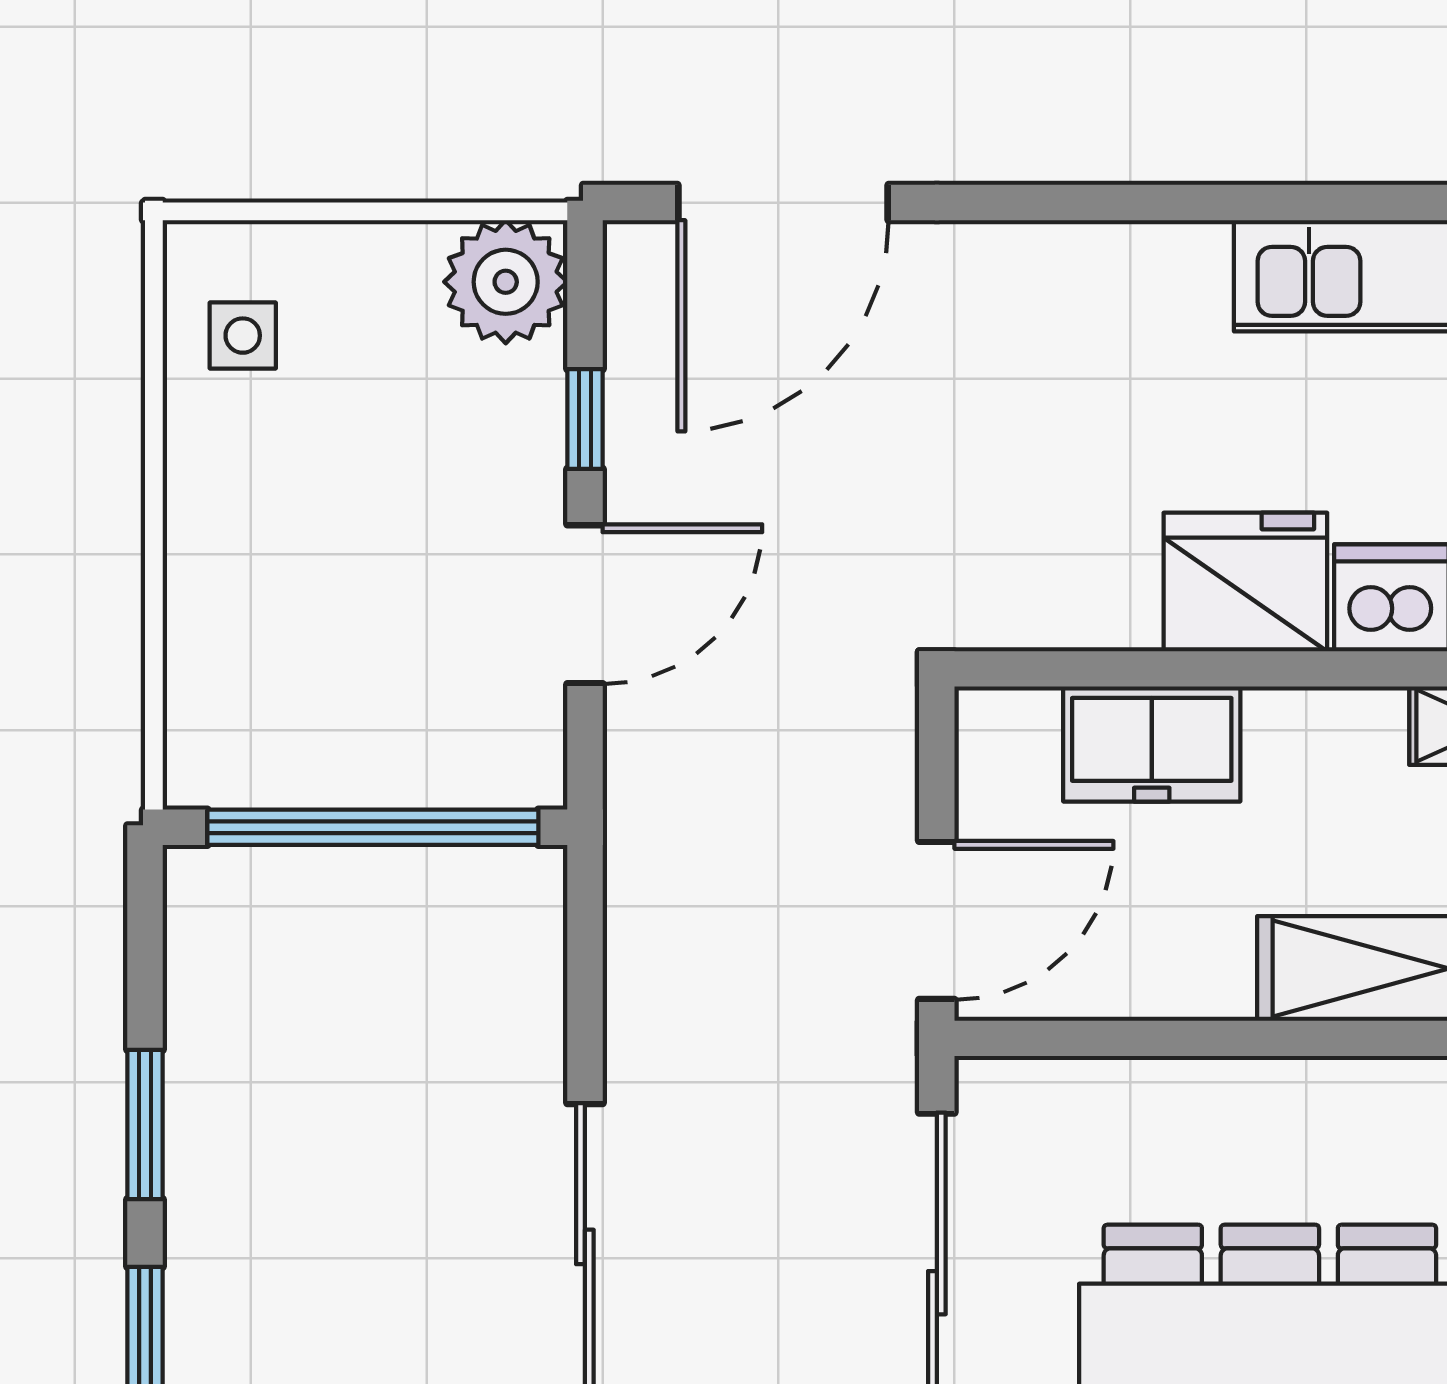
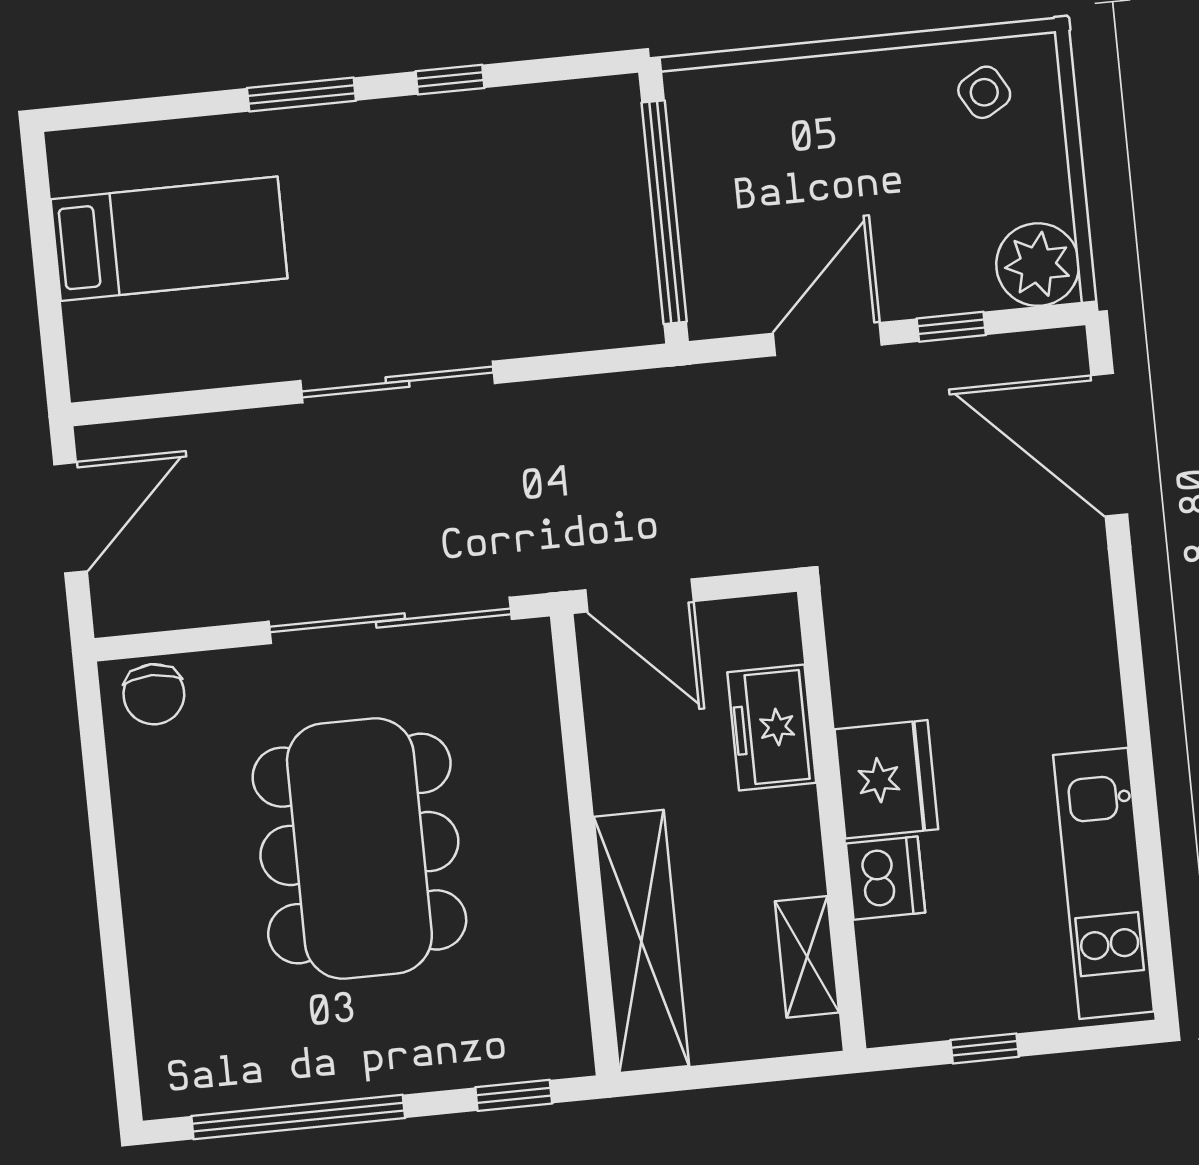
side table: (243, 336) -> (984, 92), turned -30
door: (585, 604) -> (827, 339), swing flipped
window: (145, 1125) -> (450, 80), width x0.67

